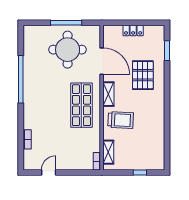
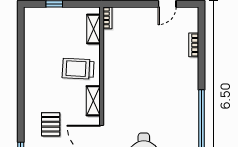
pallet: (143, 75) -> (51, 124), width x0.67, depth x0.71
shop shelf: (81, 105) -> (127, 87), removed

